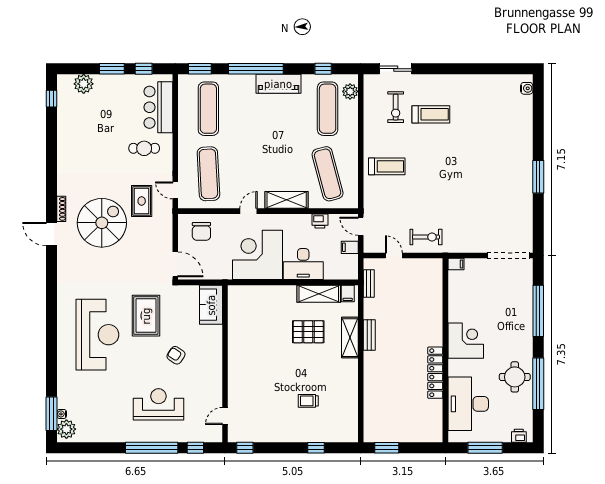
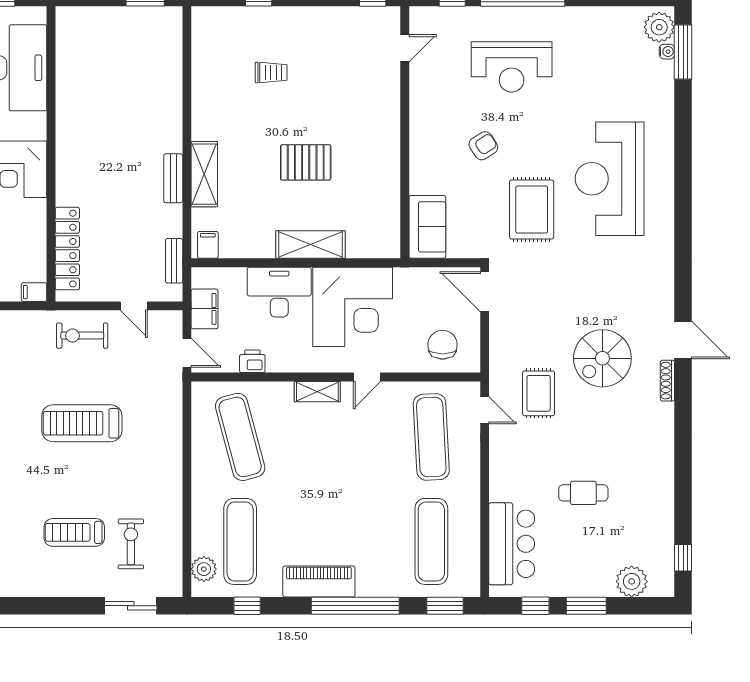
cafe table: (144, 148) -> (583, 493), moved
treadmill: (387, 166) -> (82, 423), moved, width x1.37, depth x1.38
shelving: (287, 200) -> (317, 392), width x0.67, depth x0.75
spiral stairs: (102, 223) -> (602, 358), width x0.73, depth x0.73
filing cabinet: (350, 247) -> (205, 309), width x2.00
shelving: (319, 294) -> (310, 245), moved
pallet: (308, 332) -> (306, 162), moved
armchair: (176, 355) -> (483, 146), turned -67
locker: (435, 373) -> (67, 249), moved

